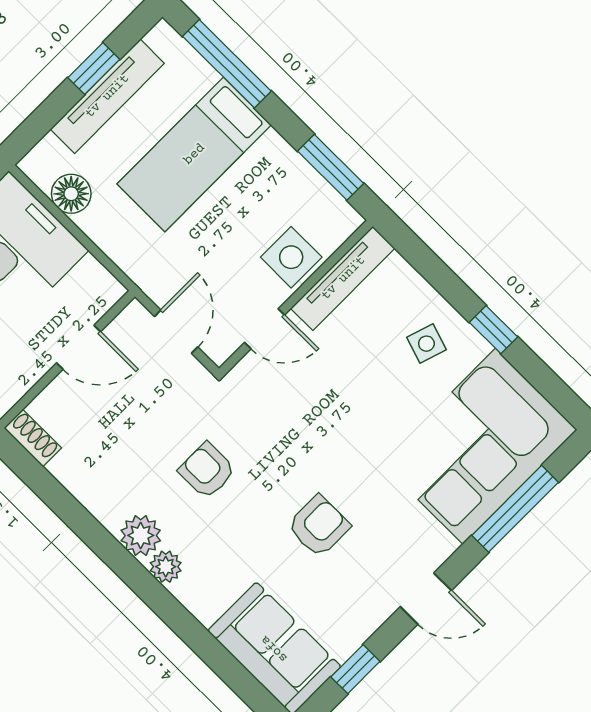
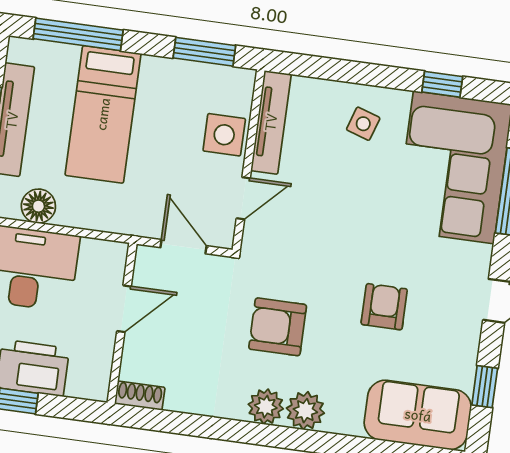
window: (494, 330) -> (442, 84), moved
armchair: (207, 471) -> (278, 327), width x1.38, depth x1.38
plant: (166, 567) -> (305, 411), width x1.38, depth x1.38

